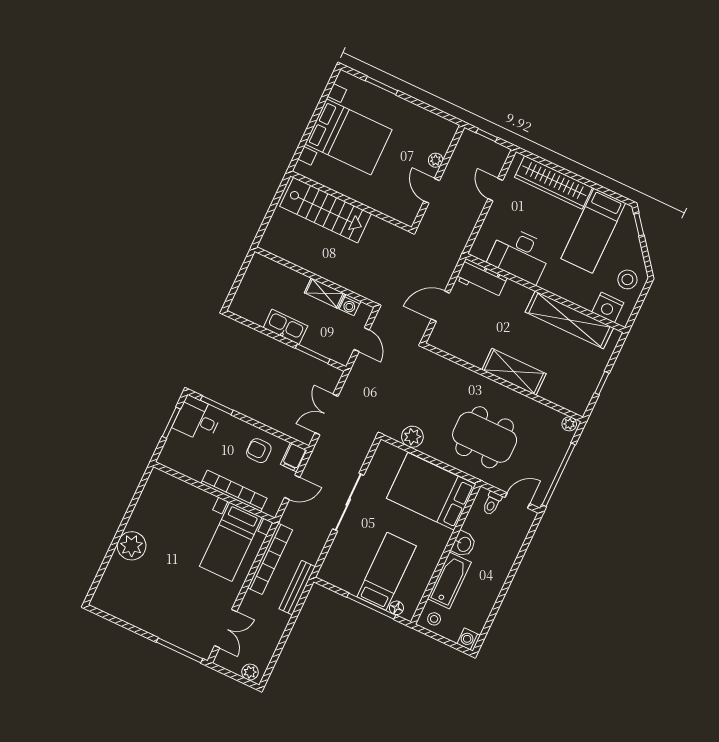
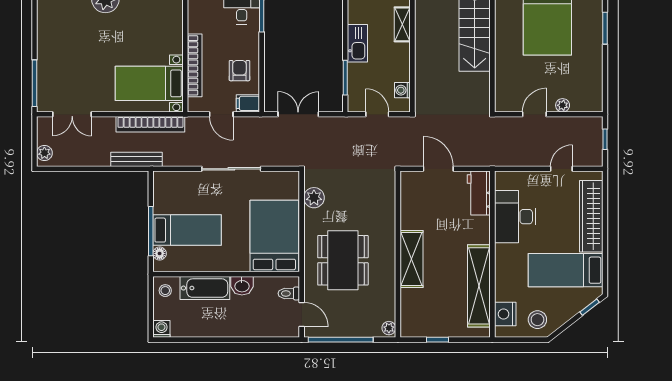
shelving: (324, 293) -> (402, 24), moved
door: (362, 340) -> (377, 114), swing flipped

